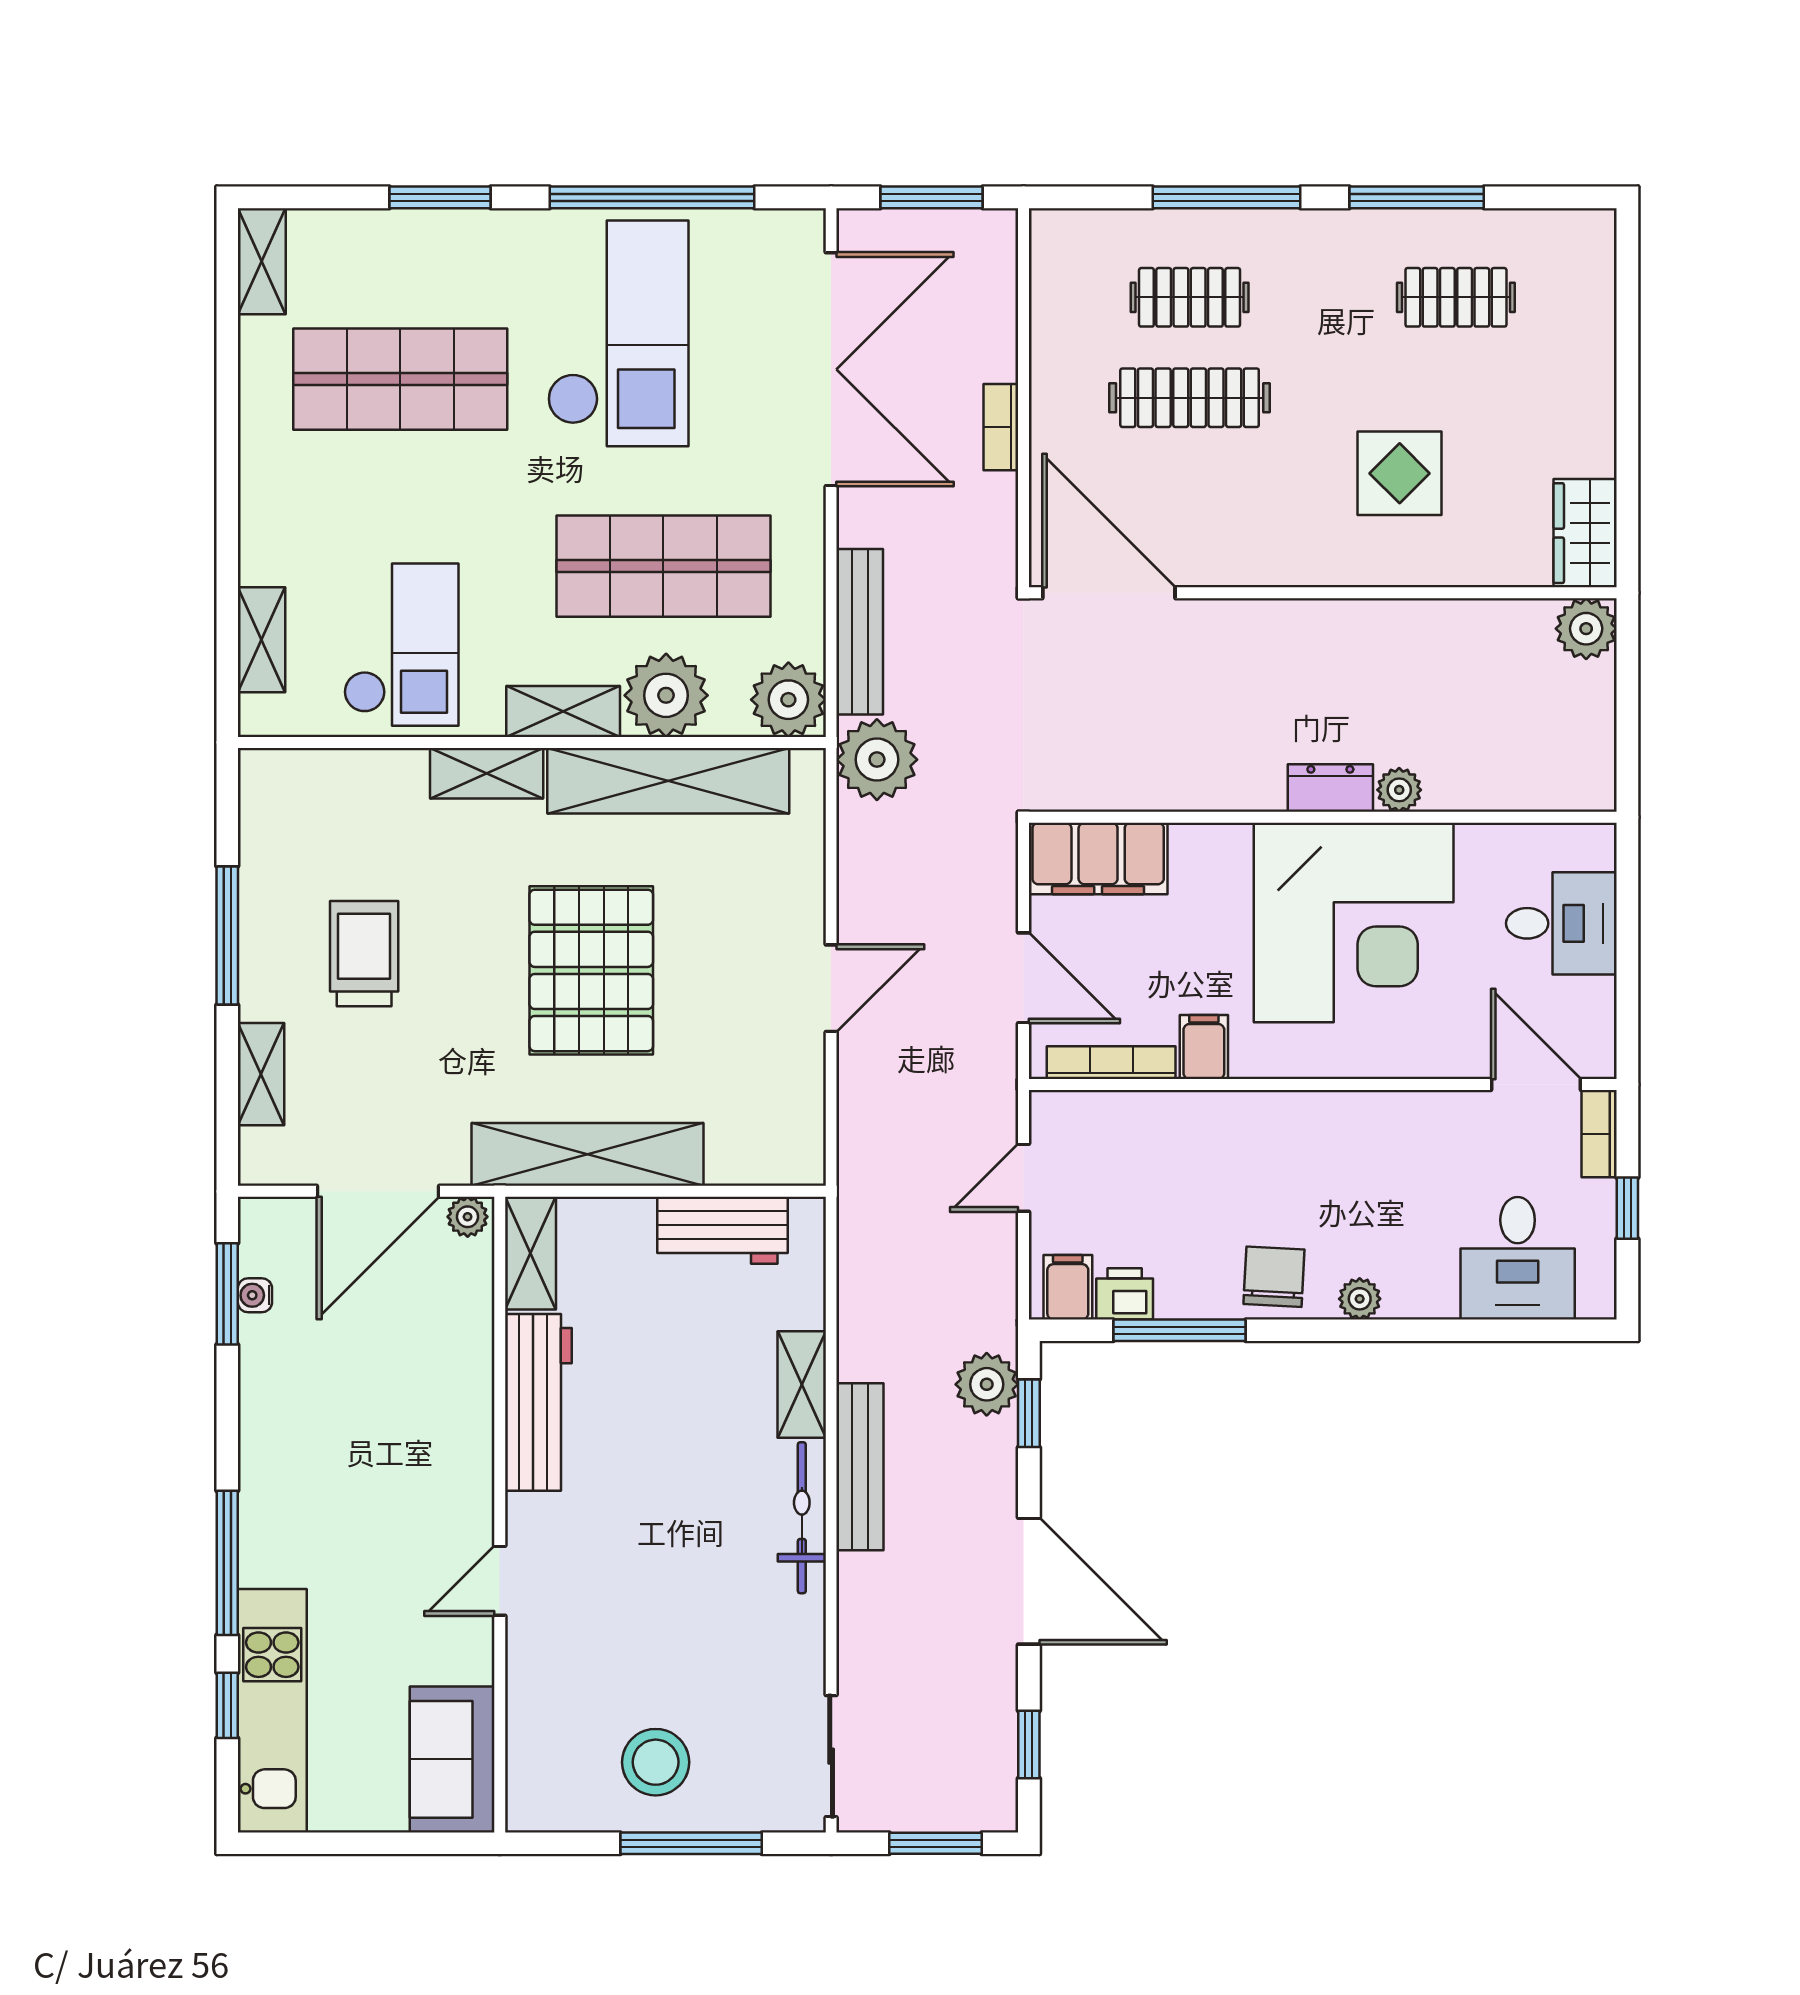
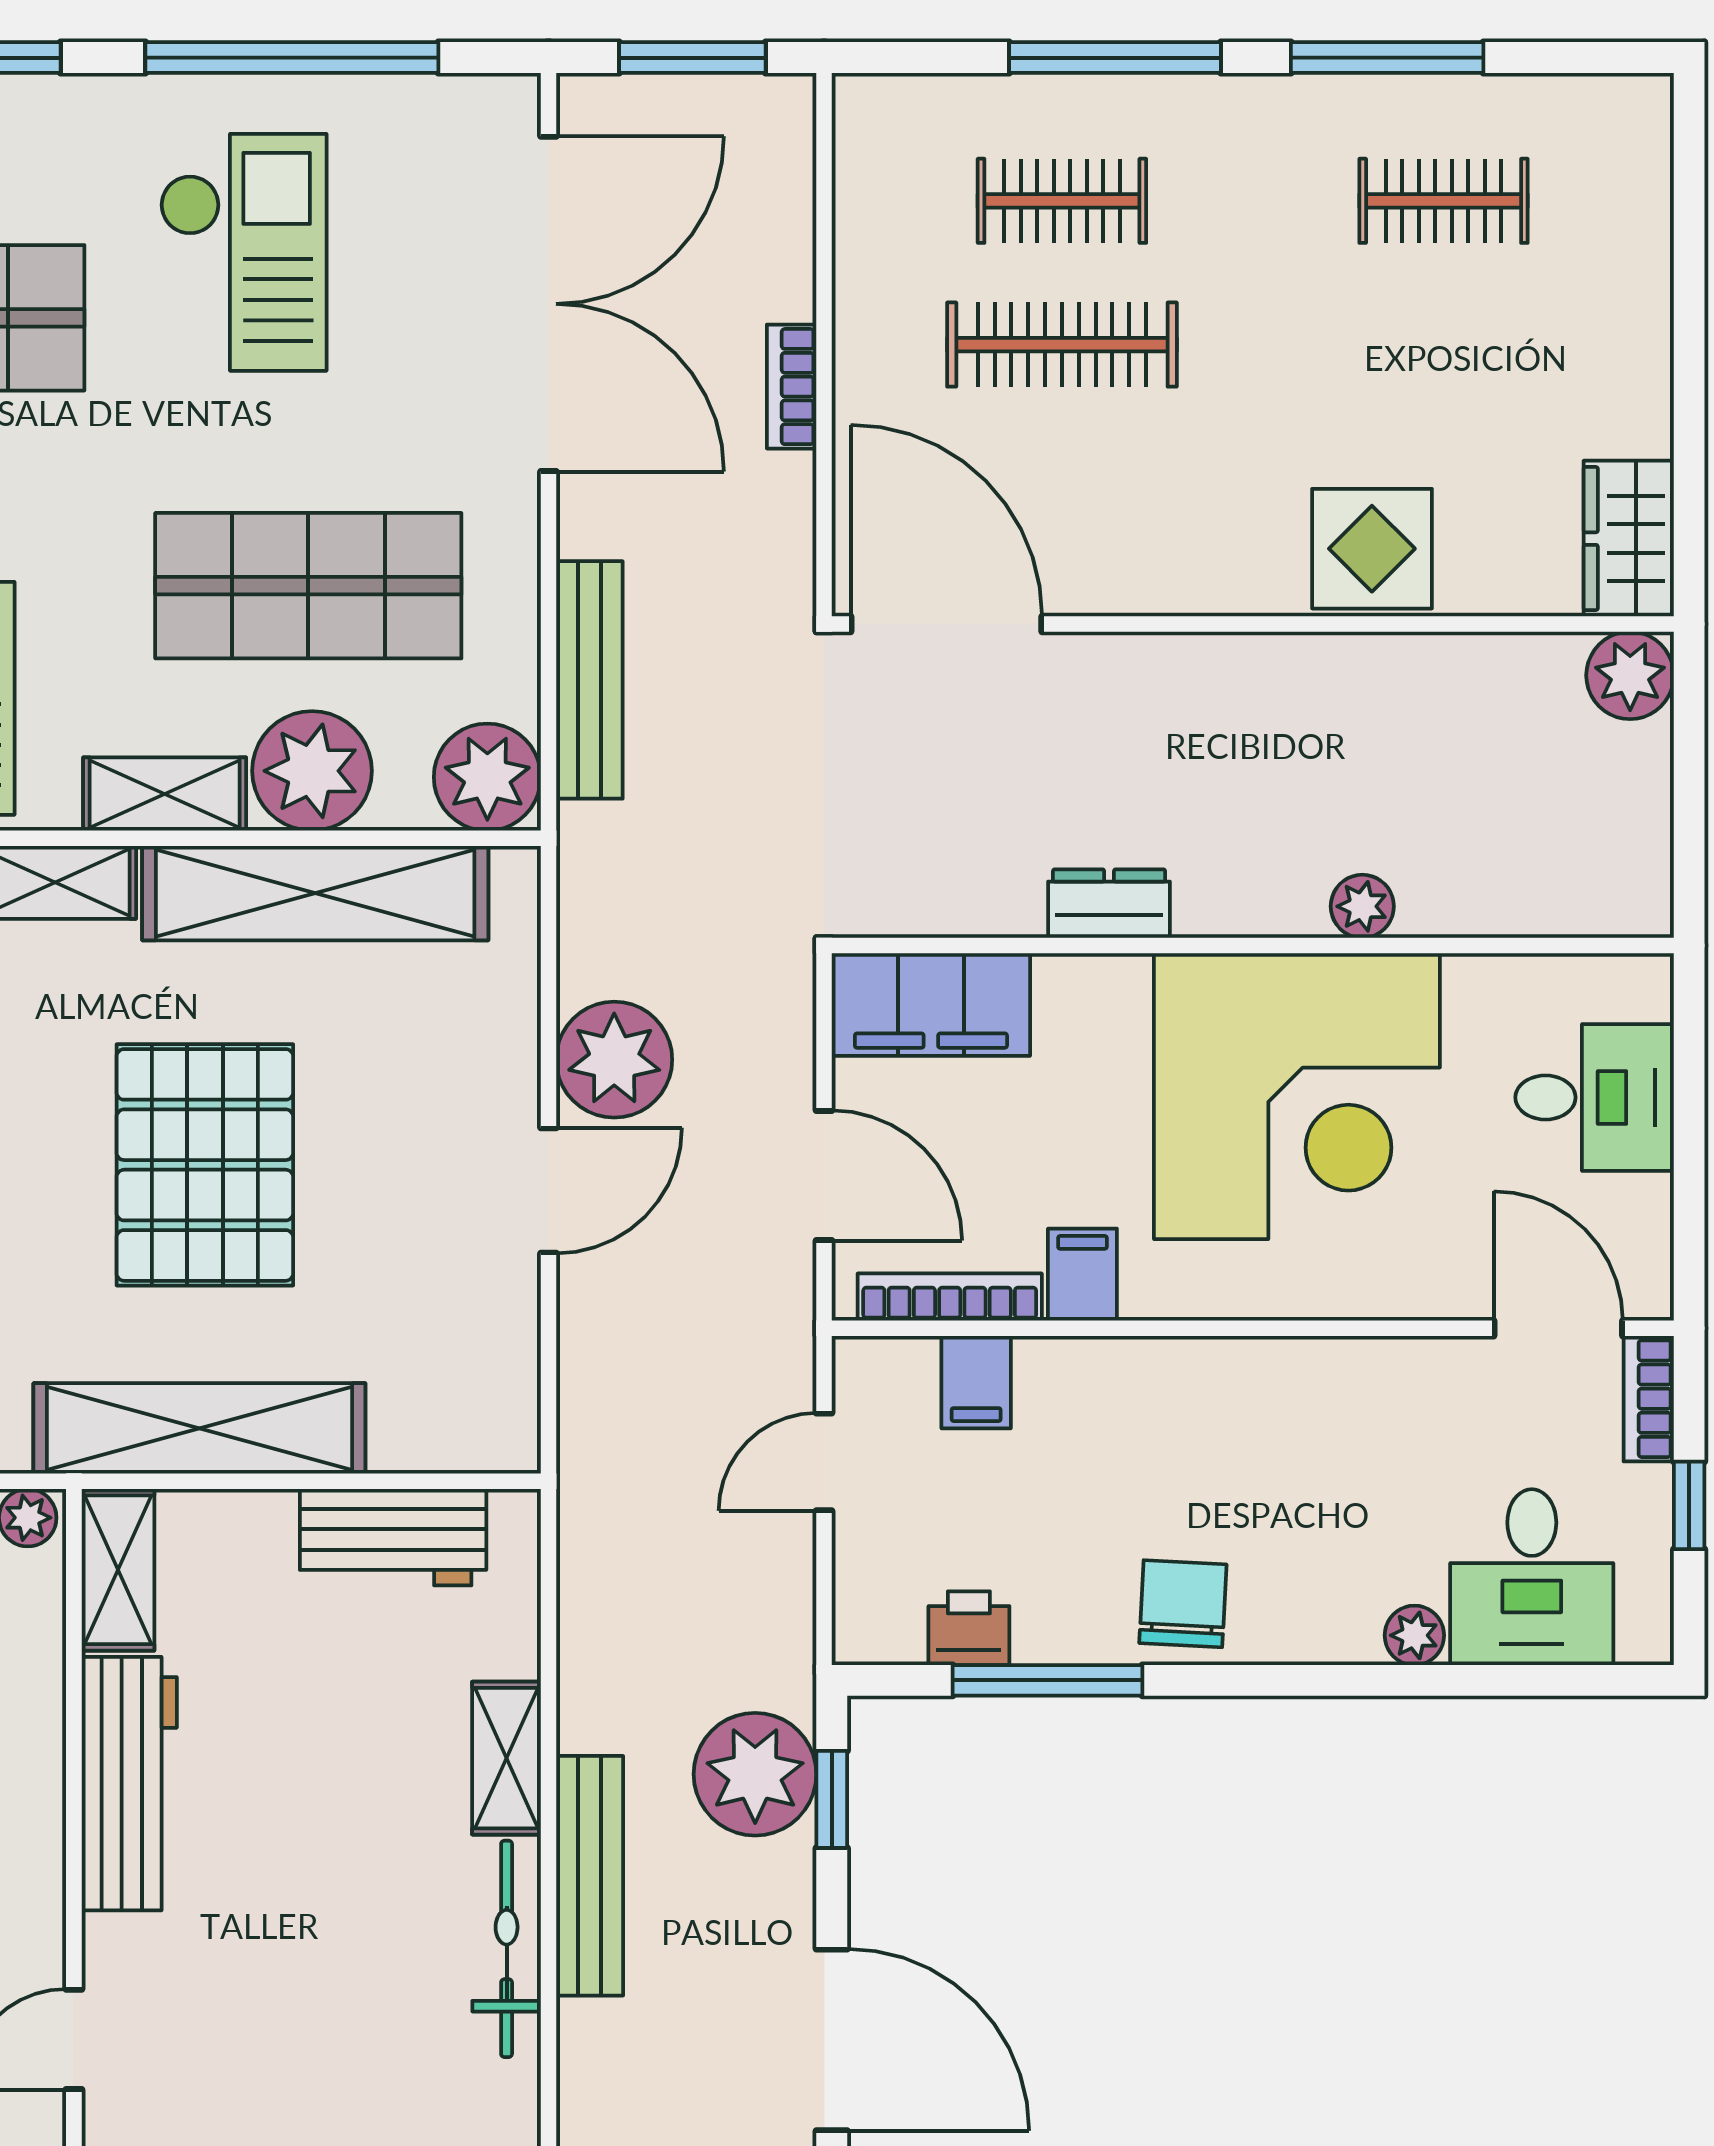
checkout: (618, 333) -> (243, 252), width x0.73, depth x0.83
display table: (1400, 473) -> (1372, 549), moved
plant: (877, 760) -> (614, 1060), moved
dresser: (1330, 788) -> (1109, 904), moved
filing cabinet: (1068, 1287) -> (976, 1382), moved, turned 180
plant: (1360, 1299) -> (1414, 1635), moved
plant: (987, 1384) -> (755, 1774), width x1.36, depth x1.36

